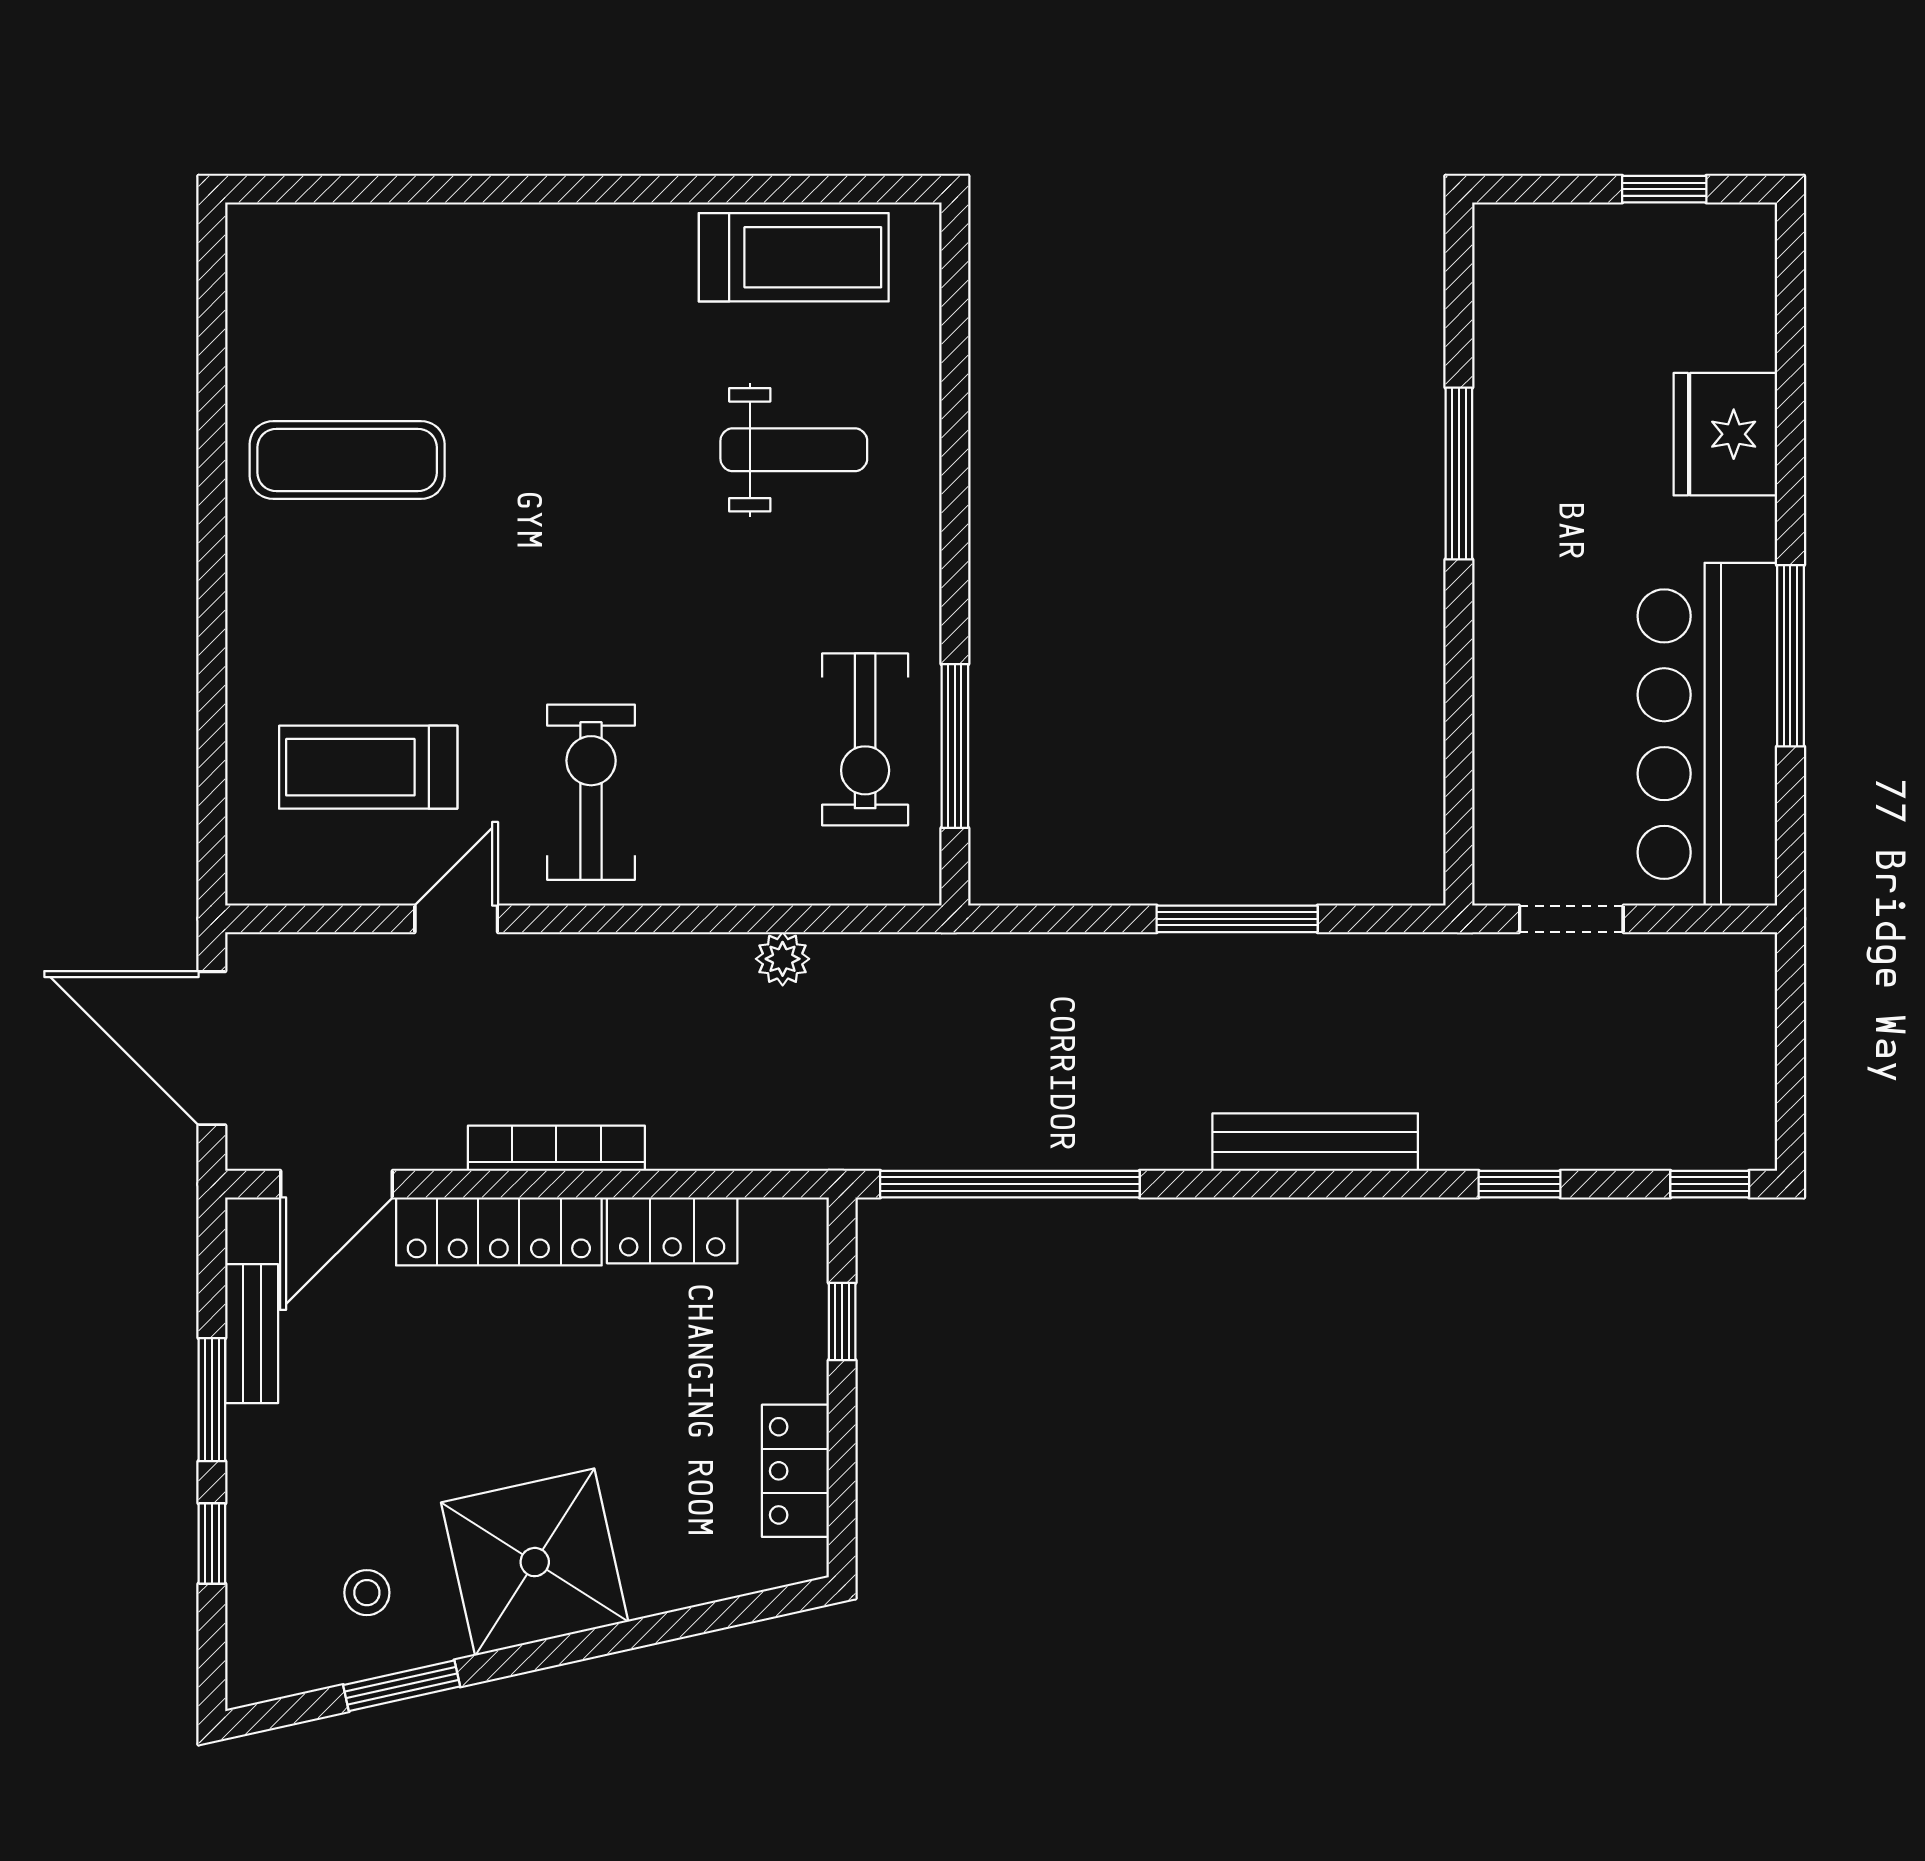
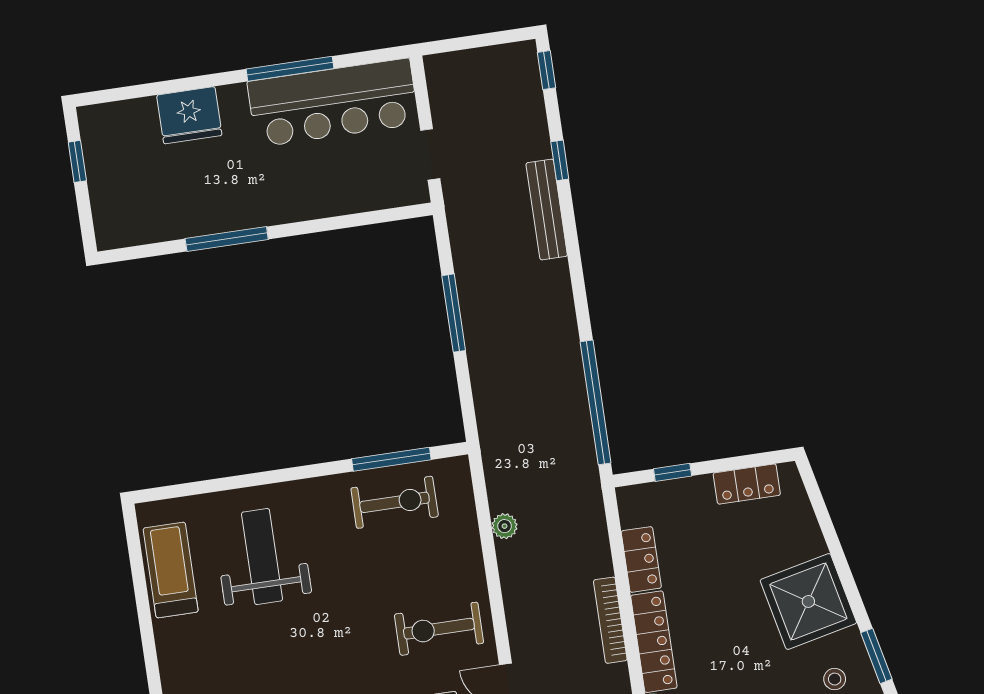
weight bench: (794, 450) -> (262, 556), width x1.36, depth x1.33
bench: (1315, 1142) -> (547, 210), moved

